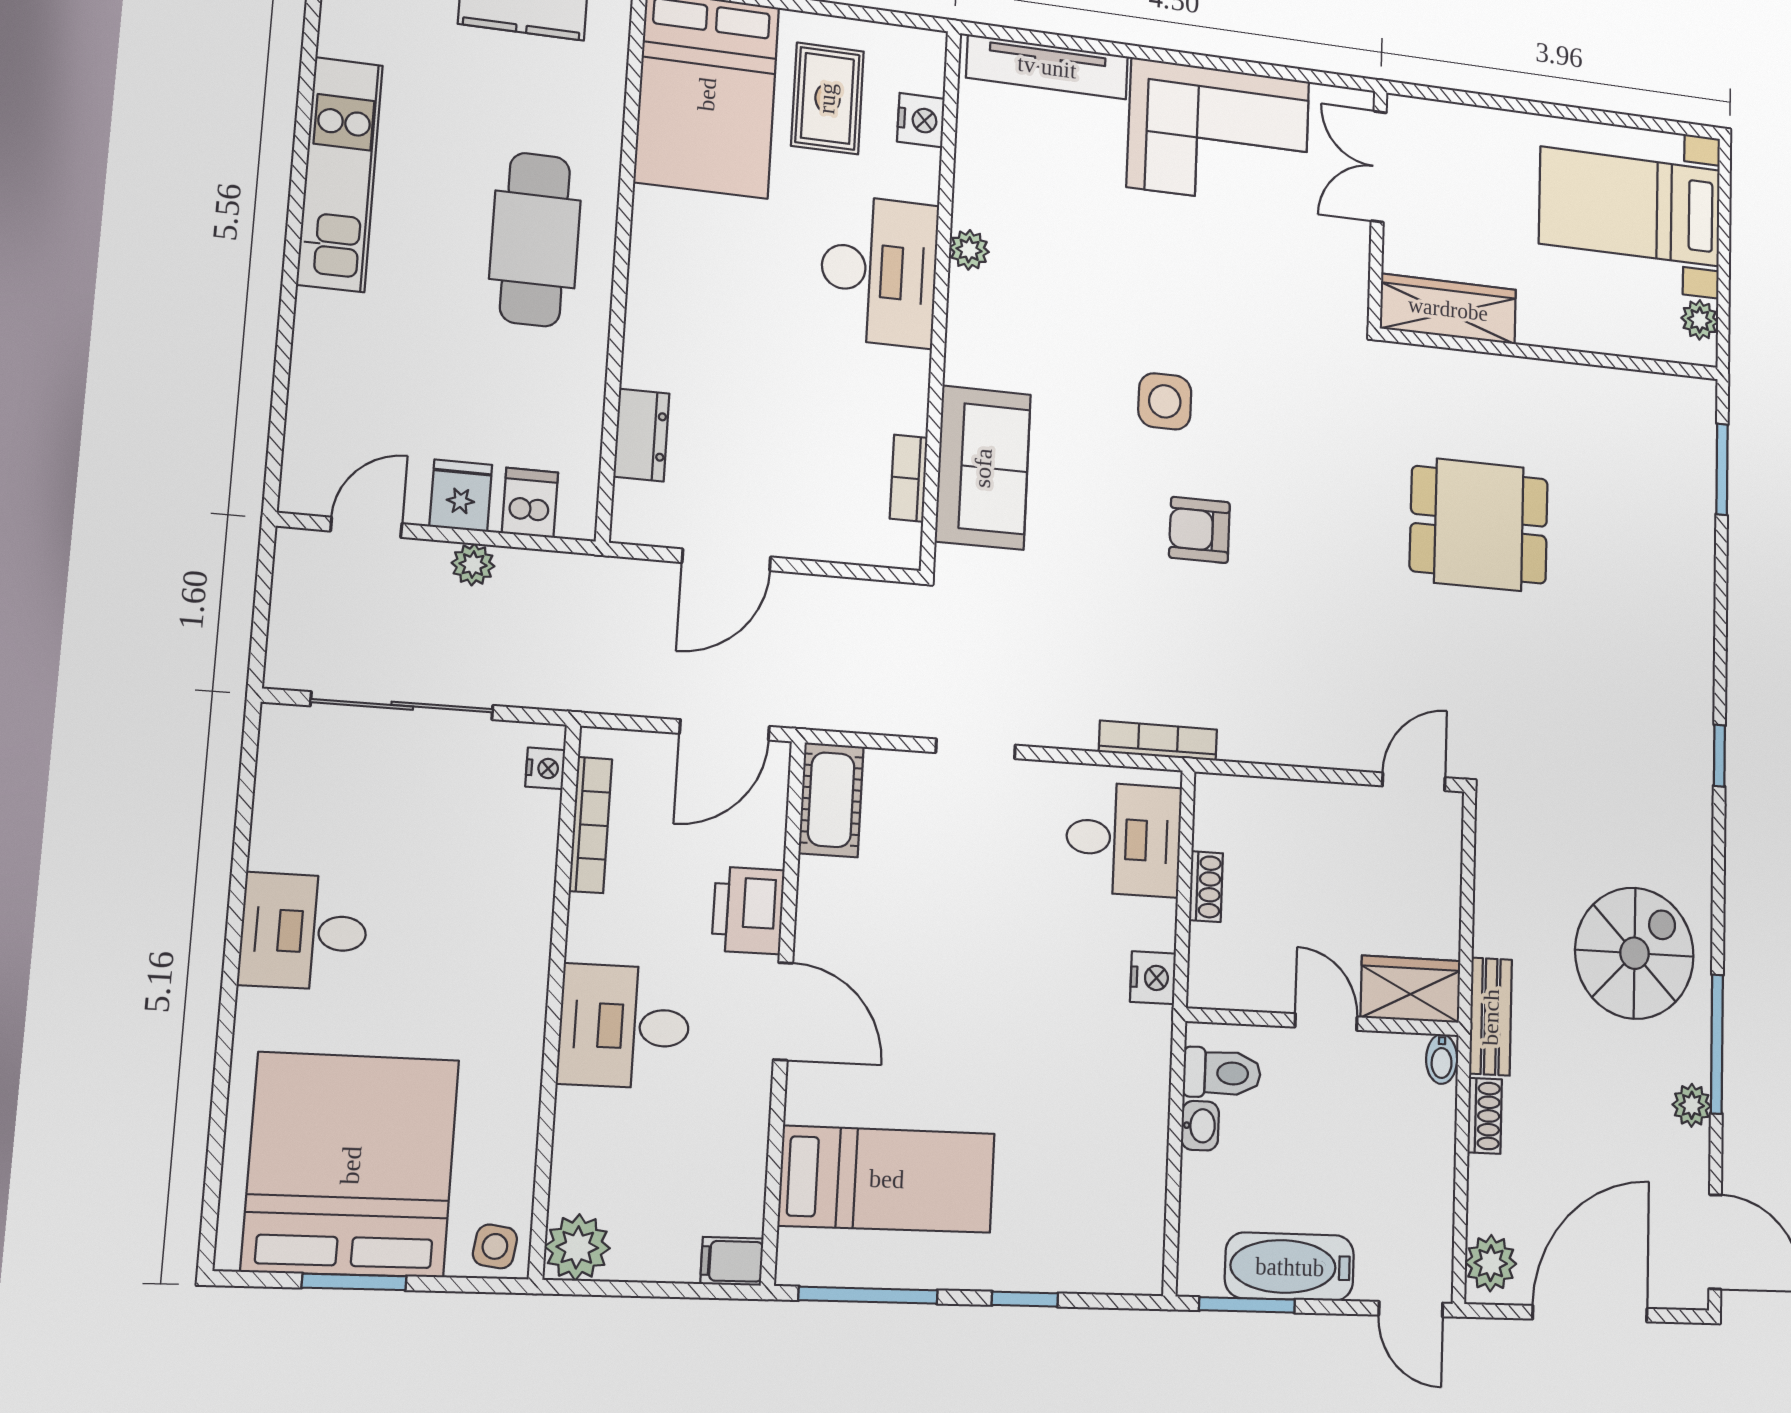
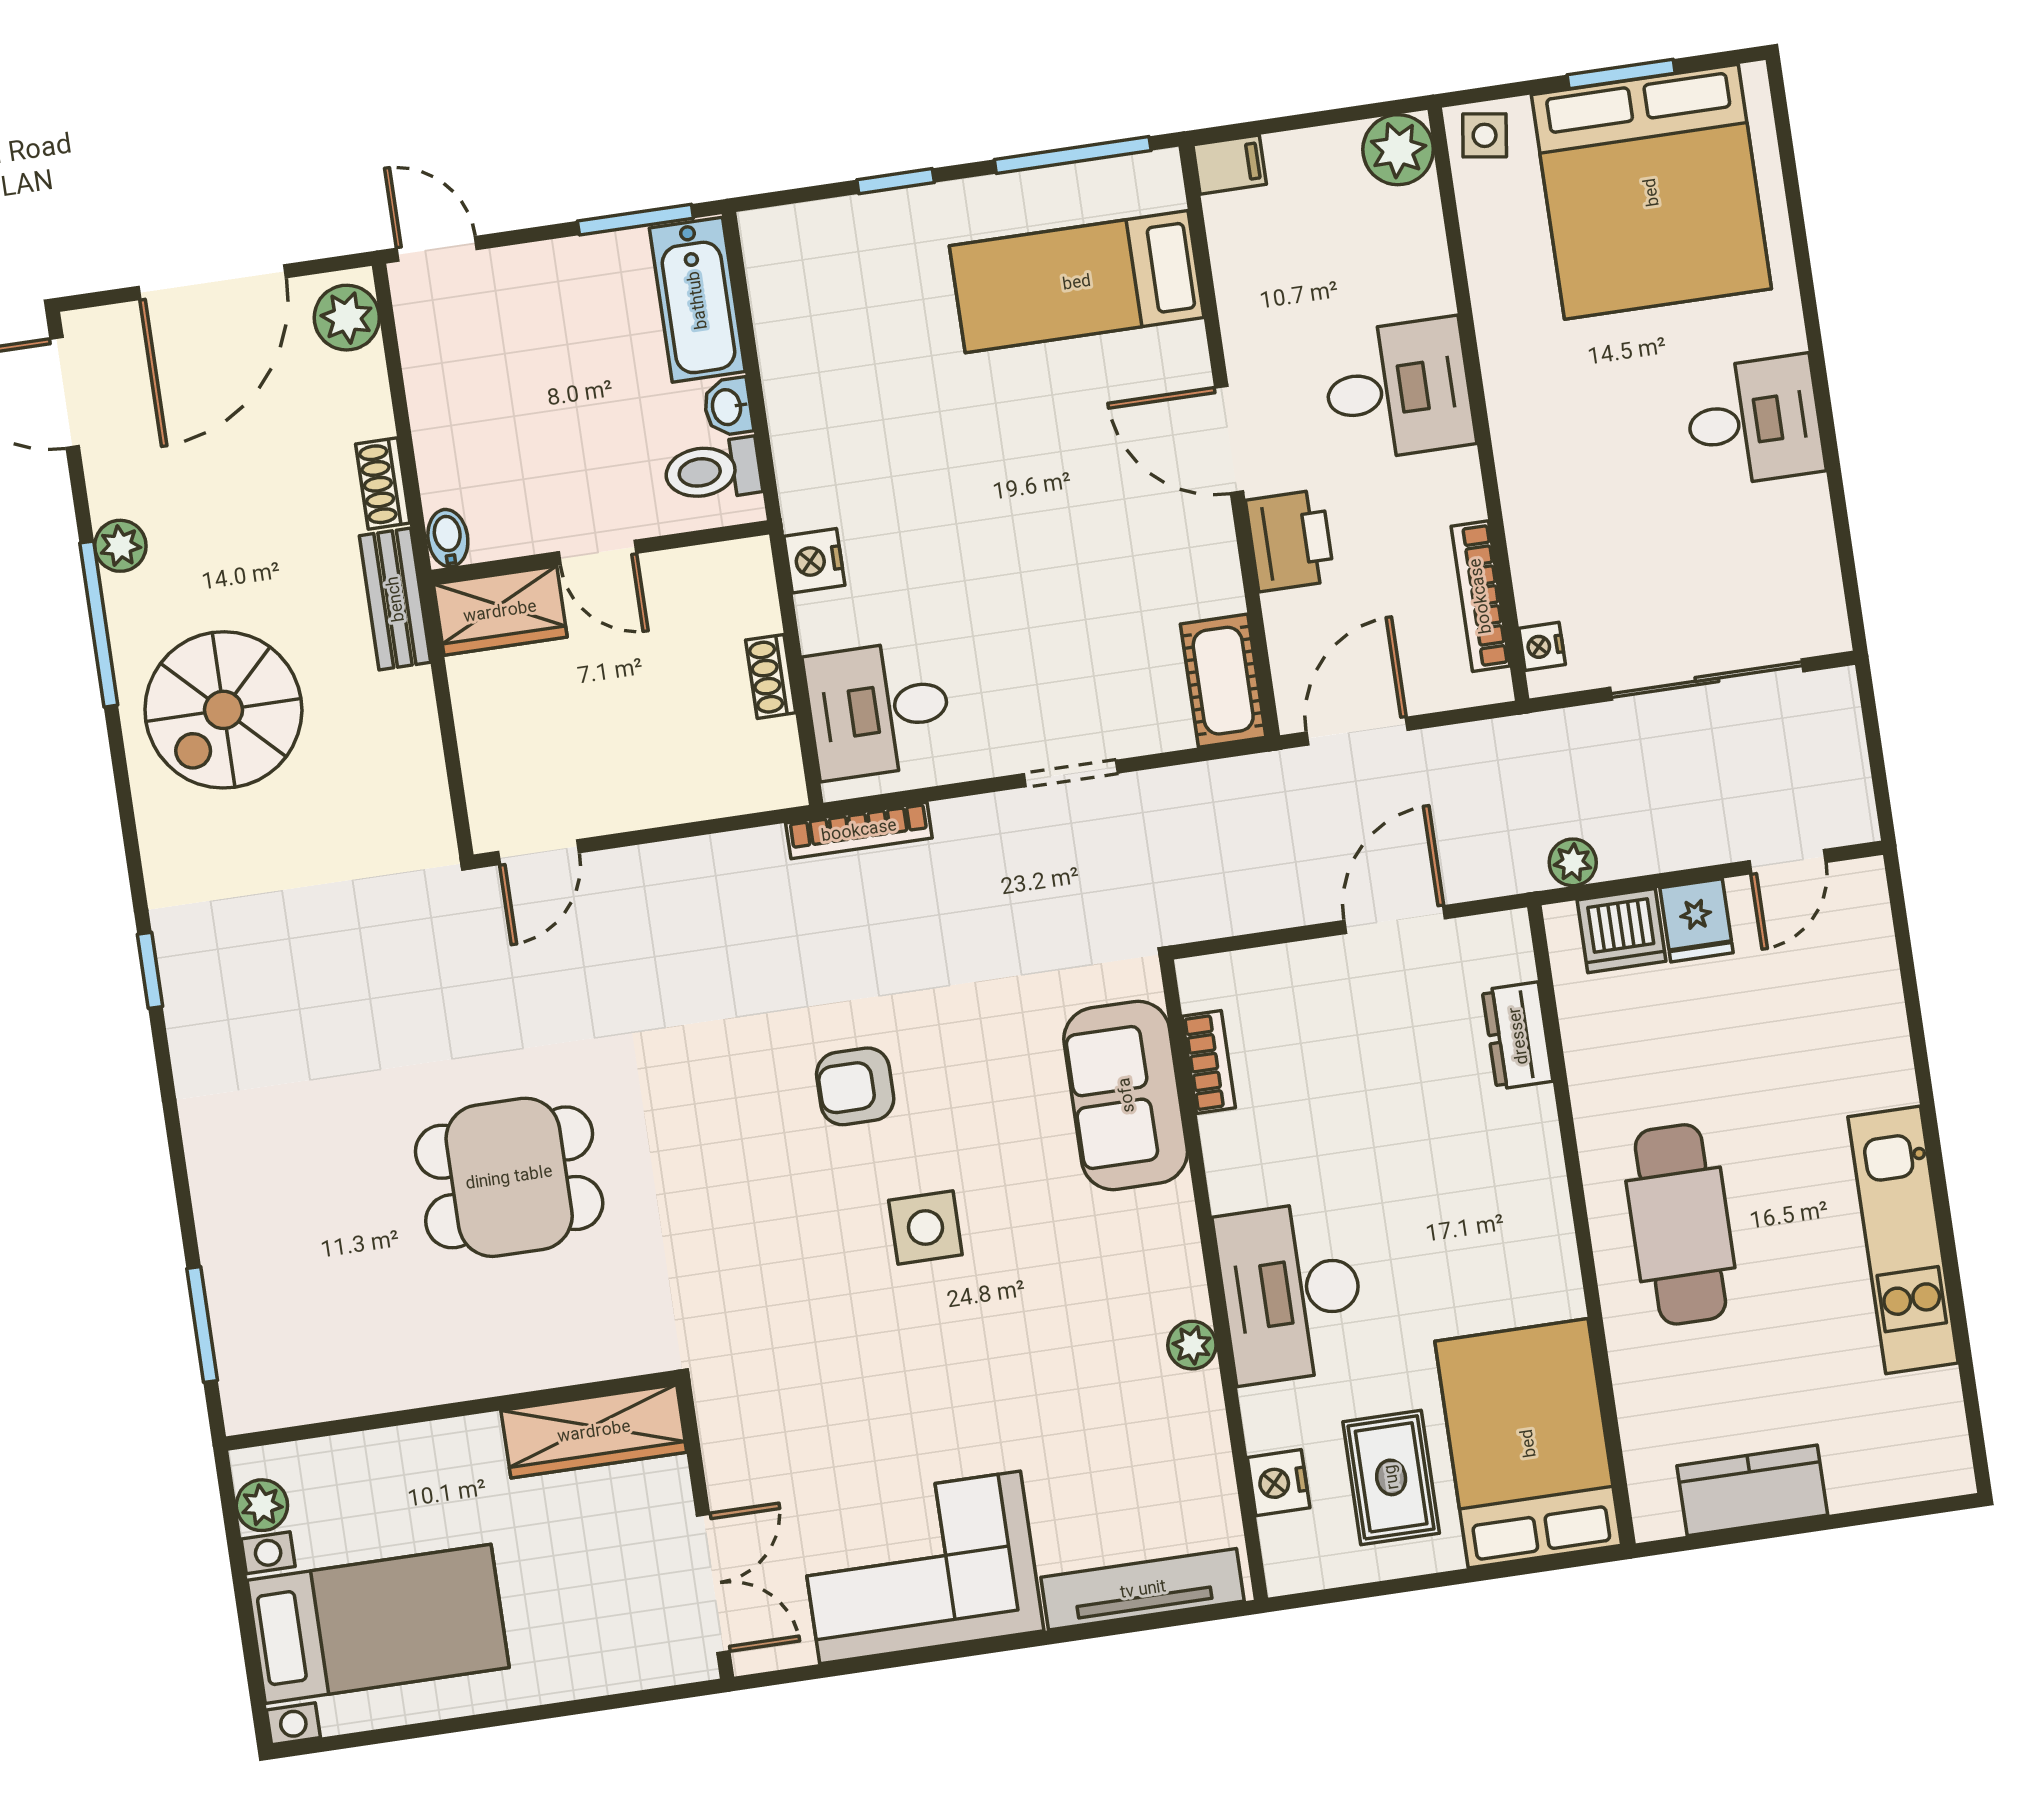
dishwasher: (530, 503) -> (1622, 931), width x1.38
armchair: (1199, 530) -> (855, 1086), turned 180
plant: (473, 565) -> (1573, 862), moved
bathtub: (1290, 1267) -> (697, 300), moved, turned 90

